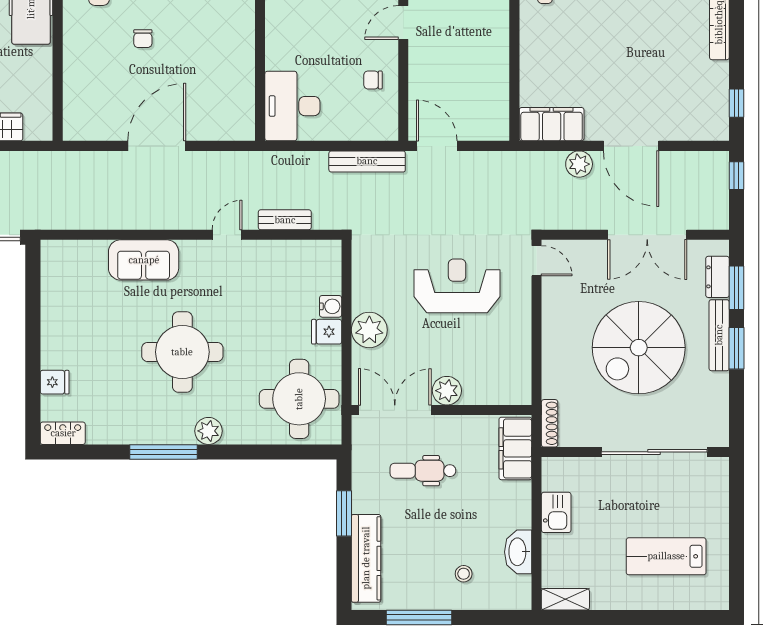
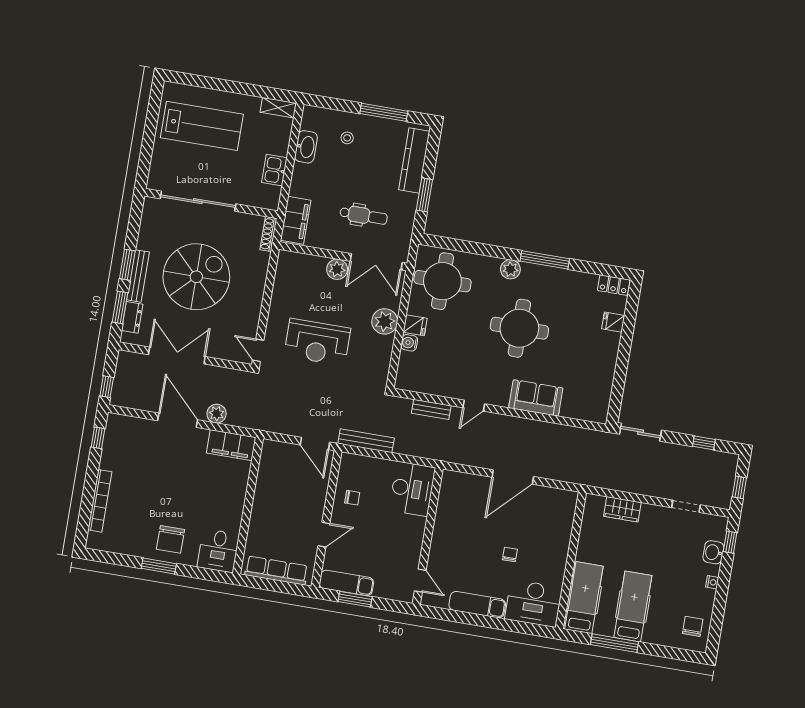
lab bench: (666, 556) -> (202, 126), width x1.36, depth x1.39

